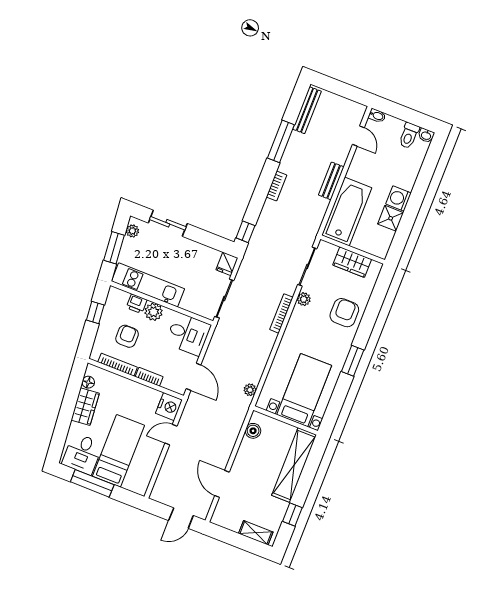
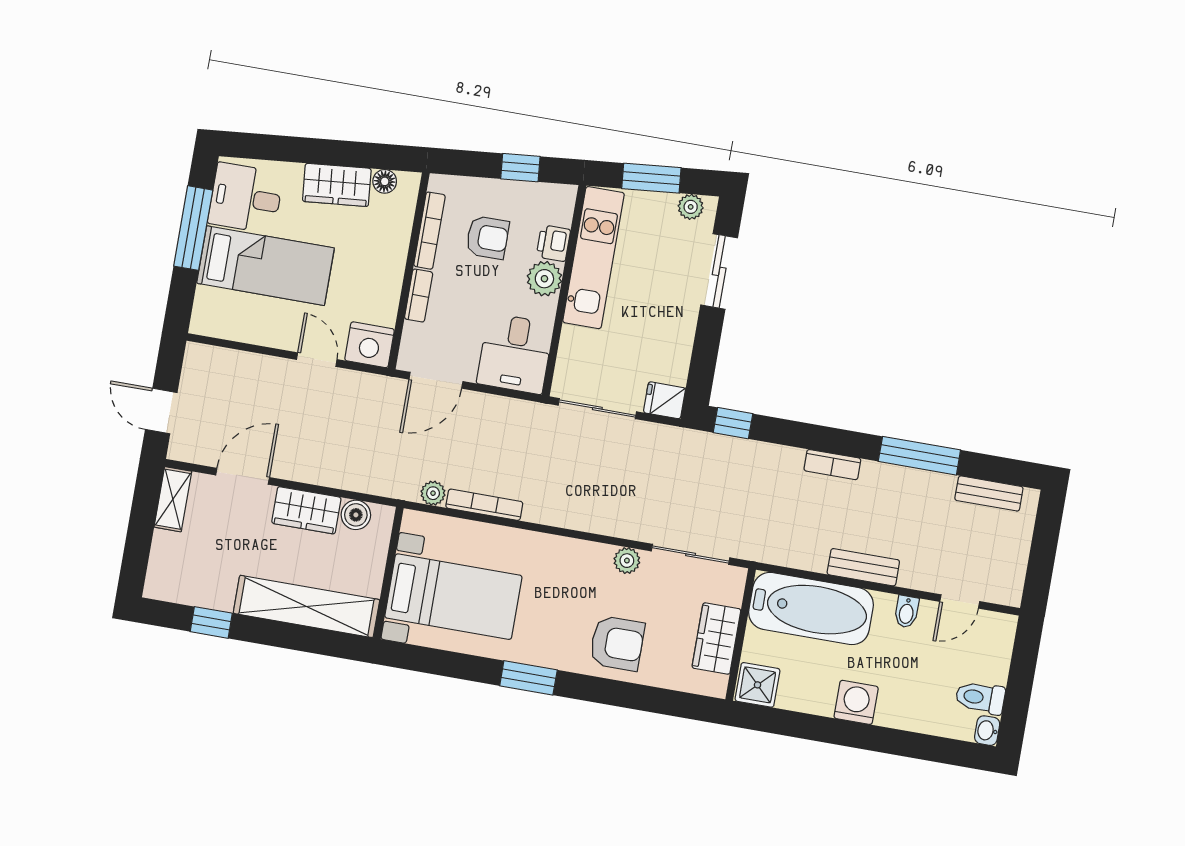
bench: (307, 110) -> (989, 493), width x0.73
bidet: (377, 116) -> (907, 612), moved
shower: (391, 218) -> (758, 685), moved
bookcase: (281, 313) -> (484, 505), moved
wardrobe: (246, 455) -> (306, 510), added
shelving: (256, 533) -> (173, 499), moved

